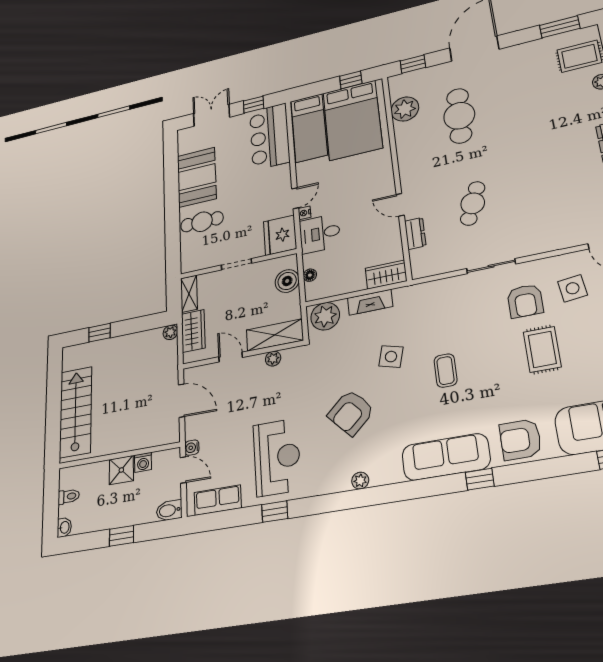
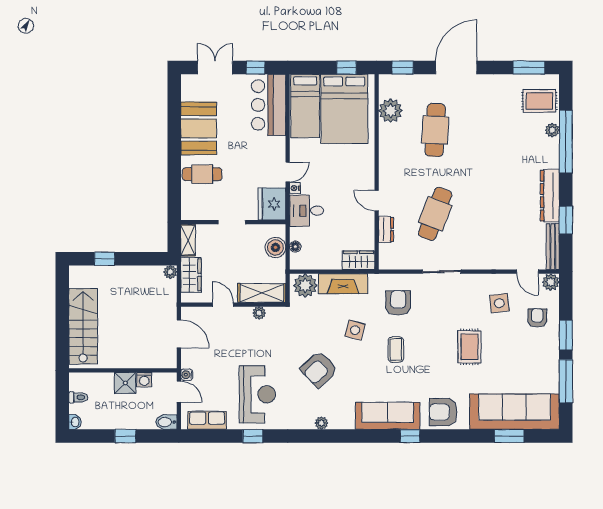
cafe table: (473, 203) -> (435, 214), width x1.37, depth x1.35
armchair: (525, 301) -> (398, 303), moved, turned 180
fireplace: (370, 302) -> (343, 284), width x1.37, depth x1.32

